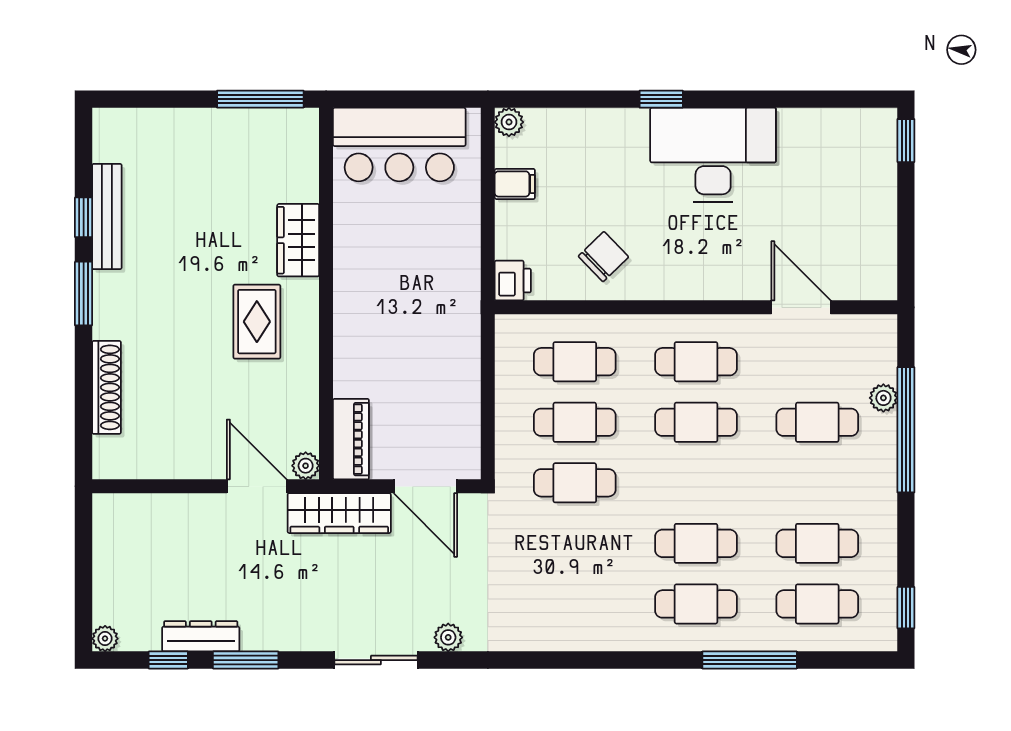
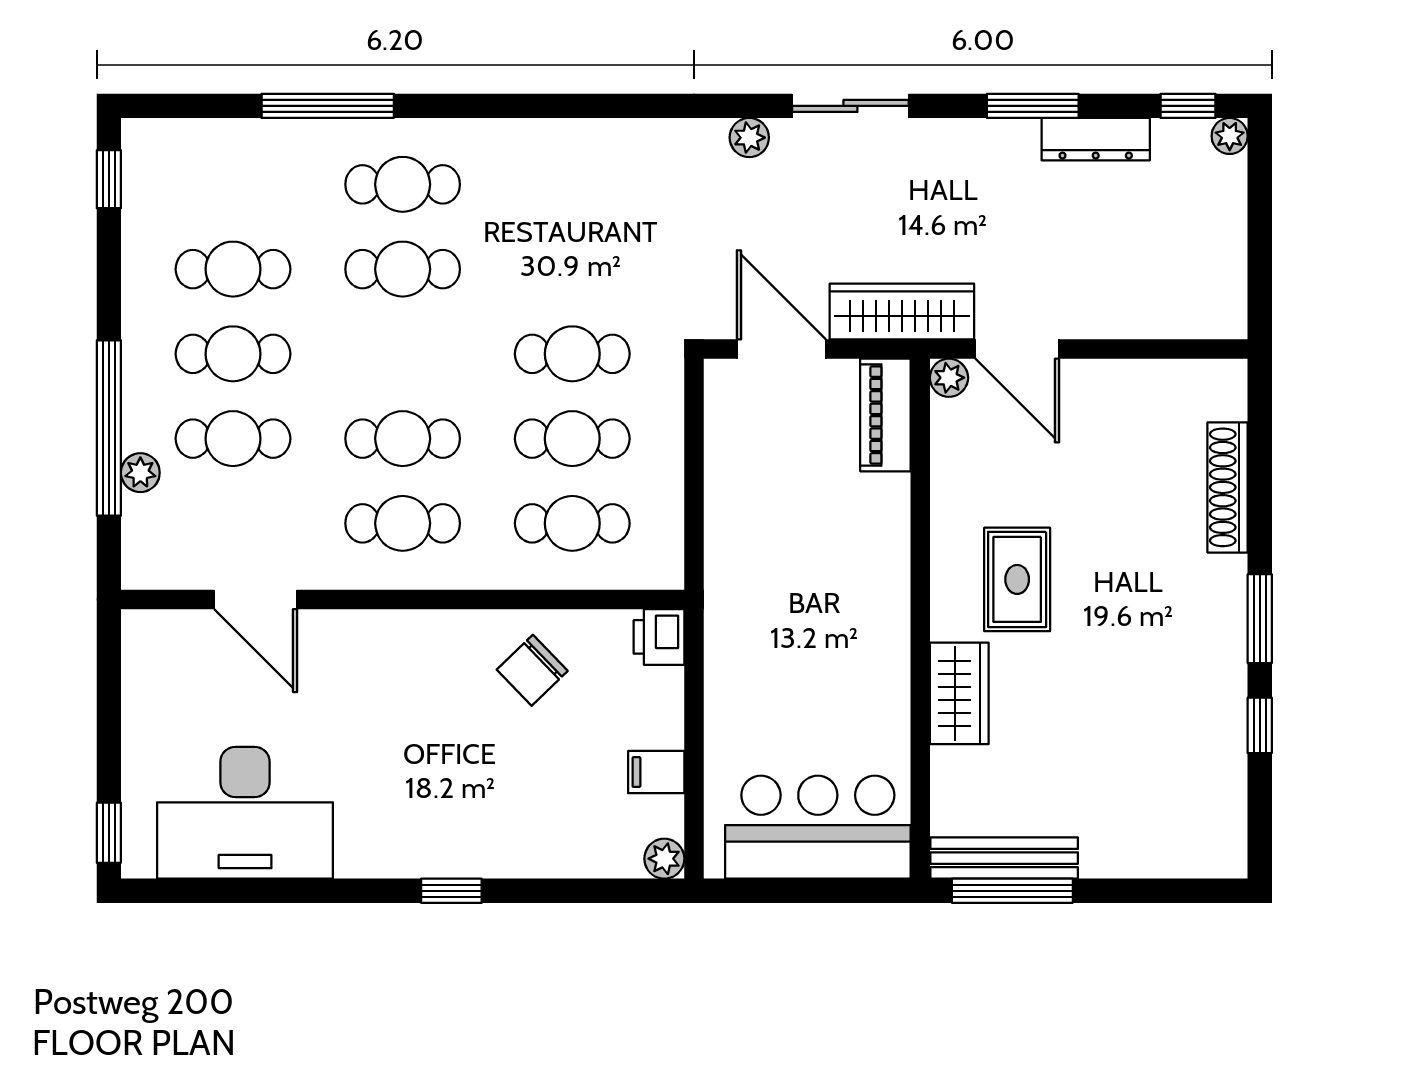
desk: (713, 155) -> (245, 813), moved
bench: (107, 216) -> (1004, 858), moved, turned 90
cafe table: (817, 604) -> (233, 354), moved
window: (168, 660) -> (1188, 106), moved

